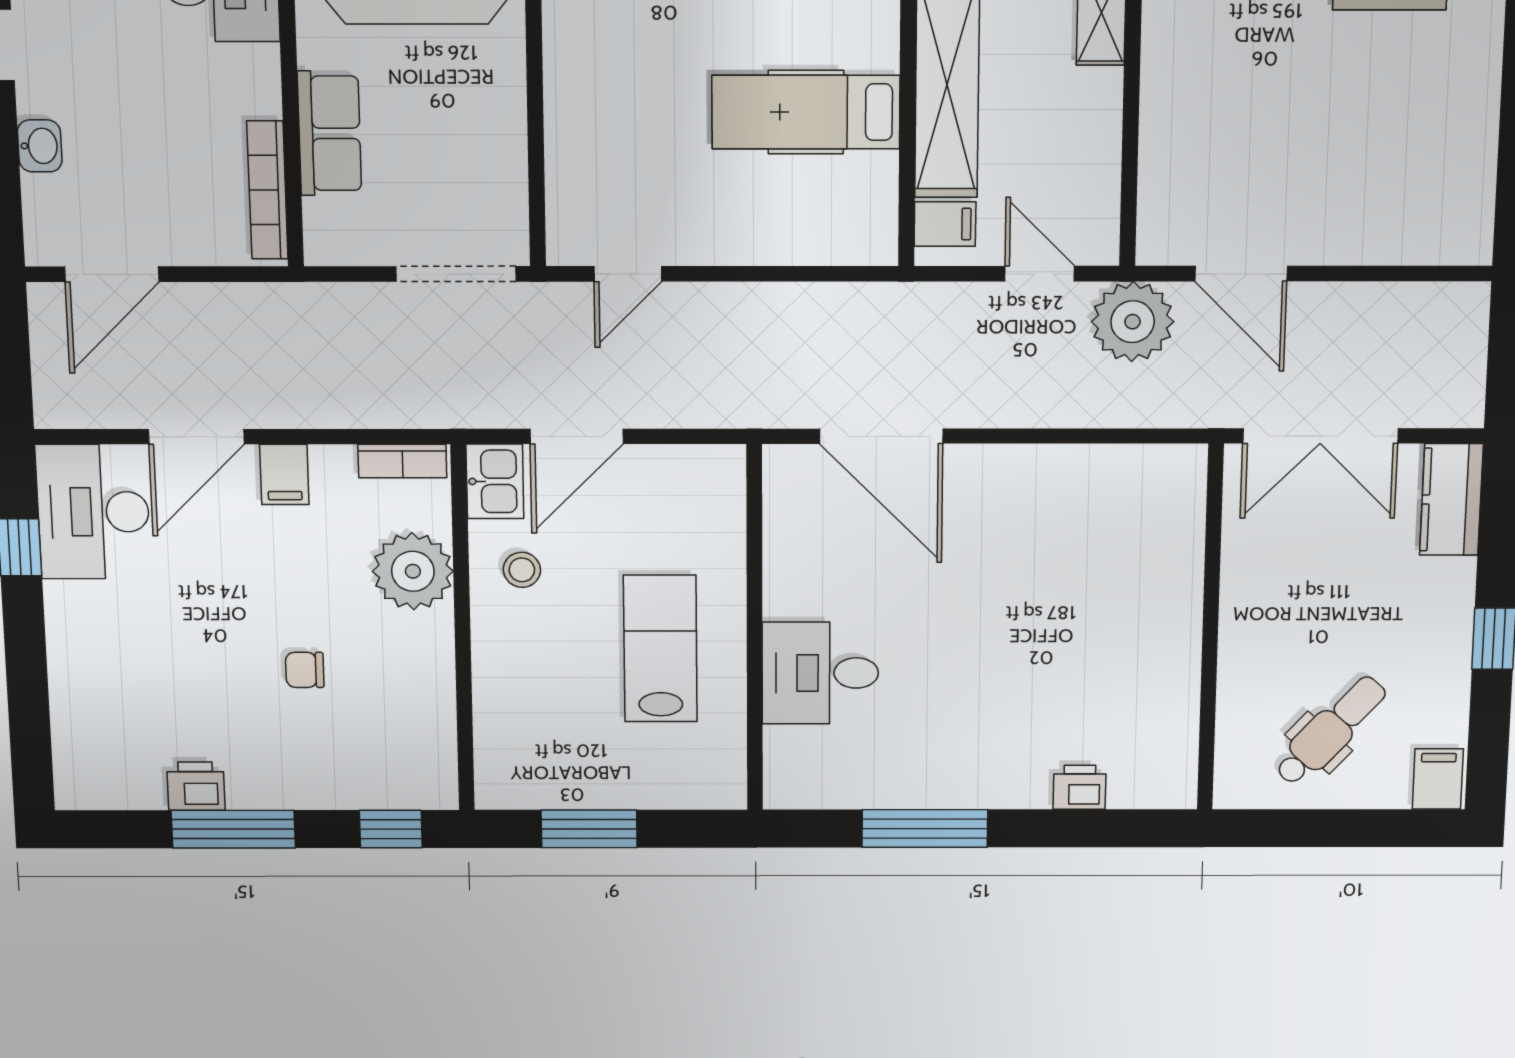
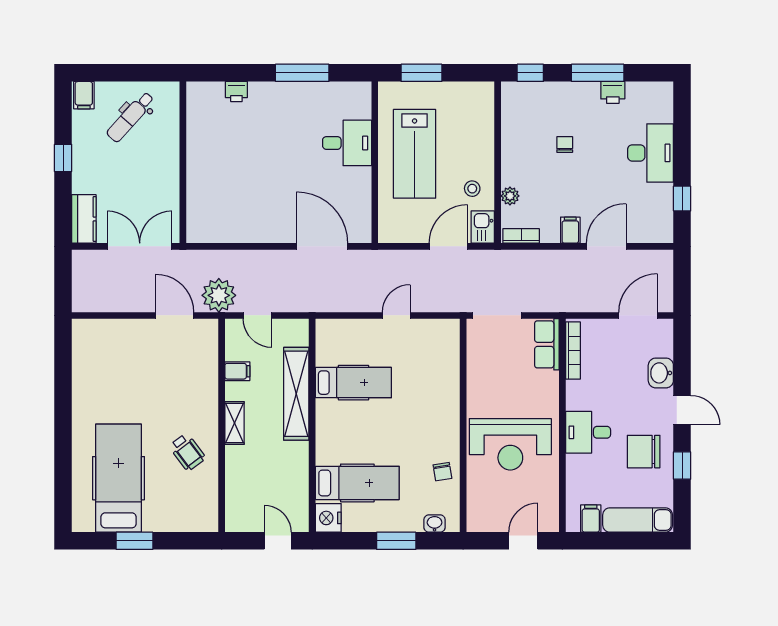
row of seats: (329, 133) -> (547, 344), moved
washbasin: (40, 146) -> (661, 373), width x1.38, depth x1.45
filing cabinet: (945, 224) -> (237, 371), moved, turned 180
door: (628, 274) -> (396, 315), moved
desk: (93, 512) -> (651, 153), moved
plant: (413, 571) -> (510, 196), width x0.53, depth x0.53
lab bench: (660, 649) -> (415, 154), width x1.36, depth x1.39
chair: (305, 670) -> (565, 145), turned -90
window: (589, 829) -> (421, 73), moved

